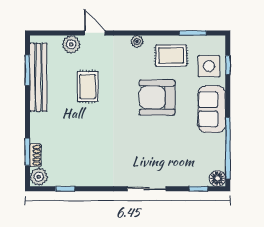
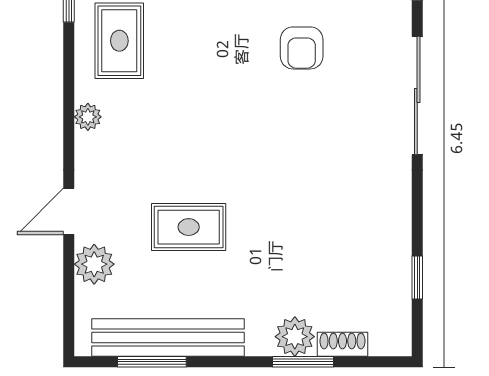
armchair: (157, 97) -> (302, 48), moved, width x0.53, depth x0.53
window: (27, 152) -> (303, 362), moved
plant: (39, 177) -> (295, 337), moved
sliding door: (147, 189) -> (417, 95), width x1.37

